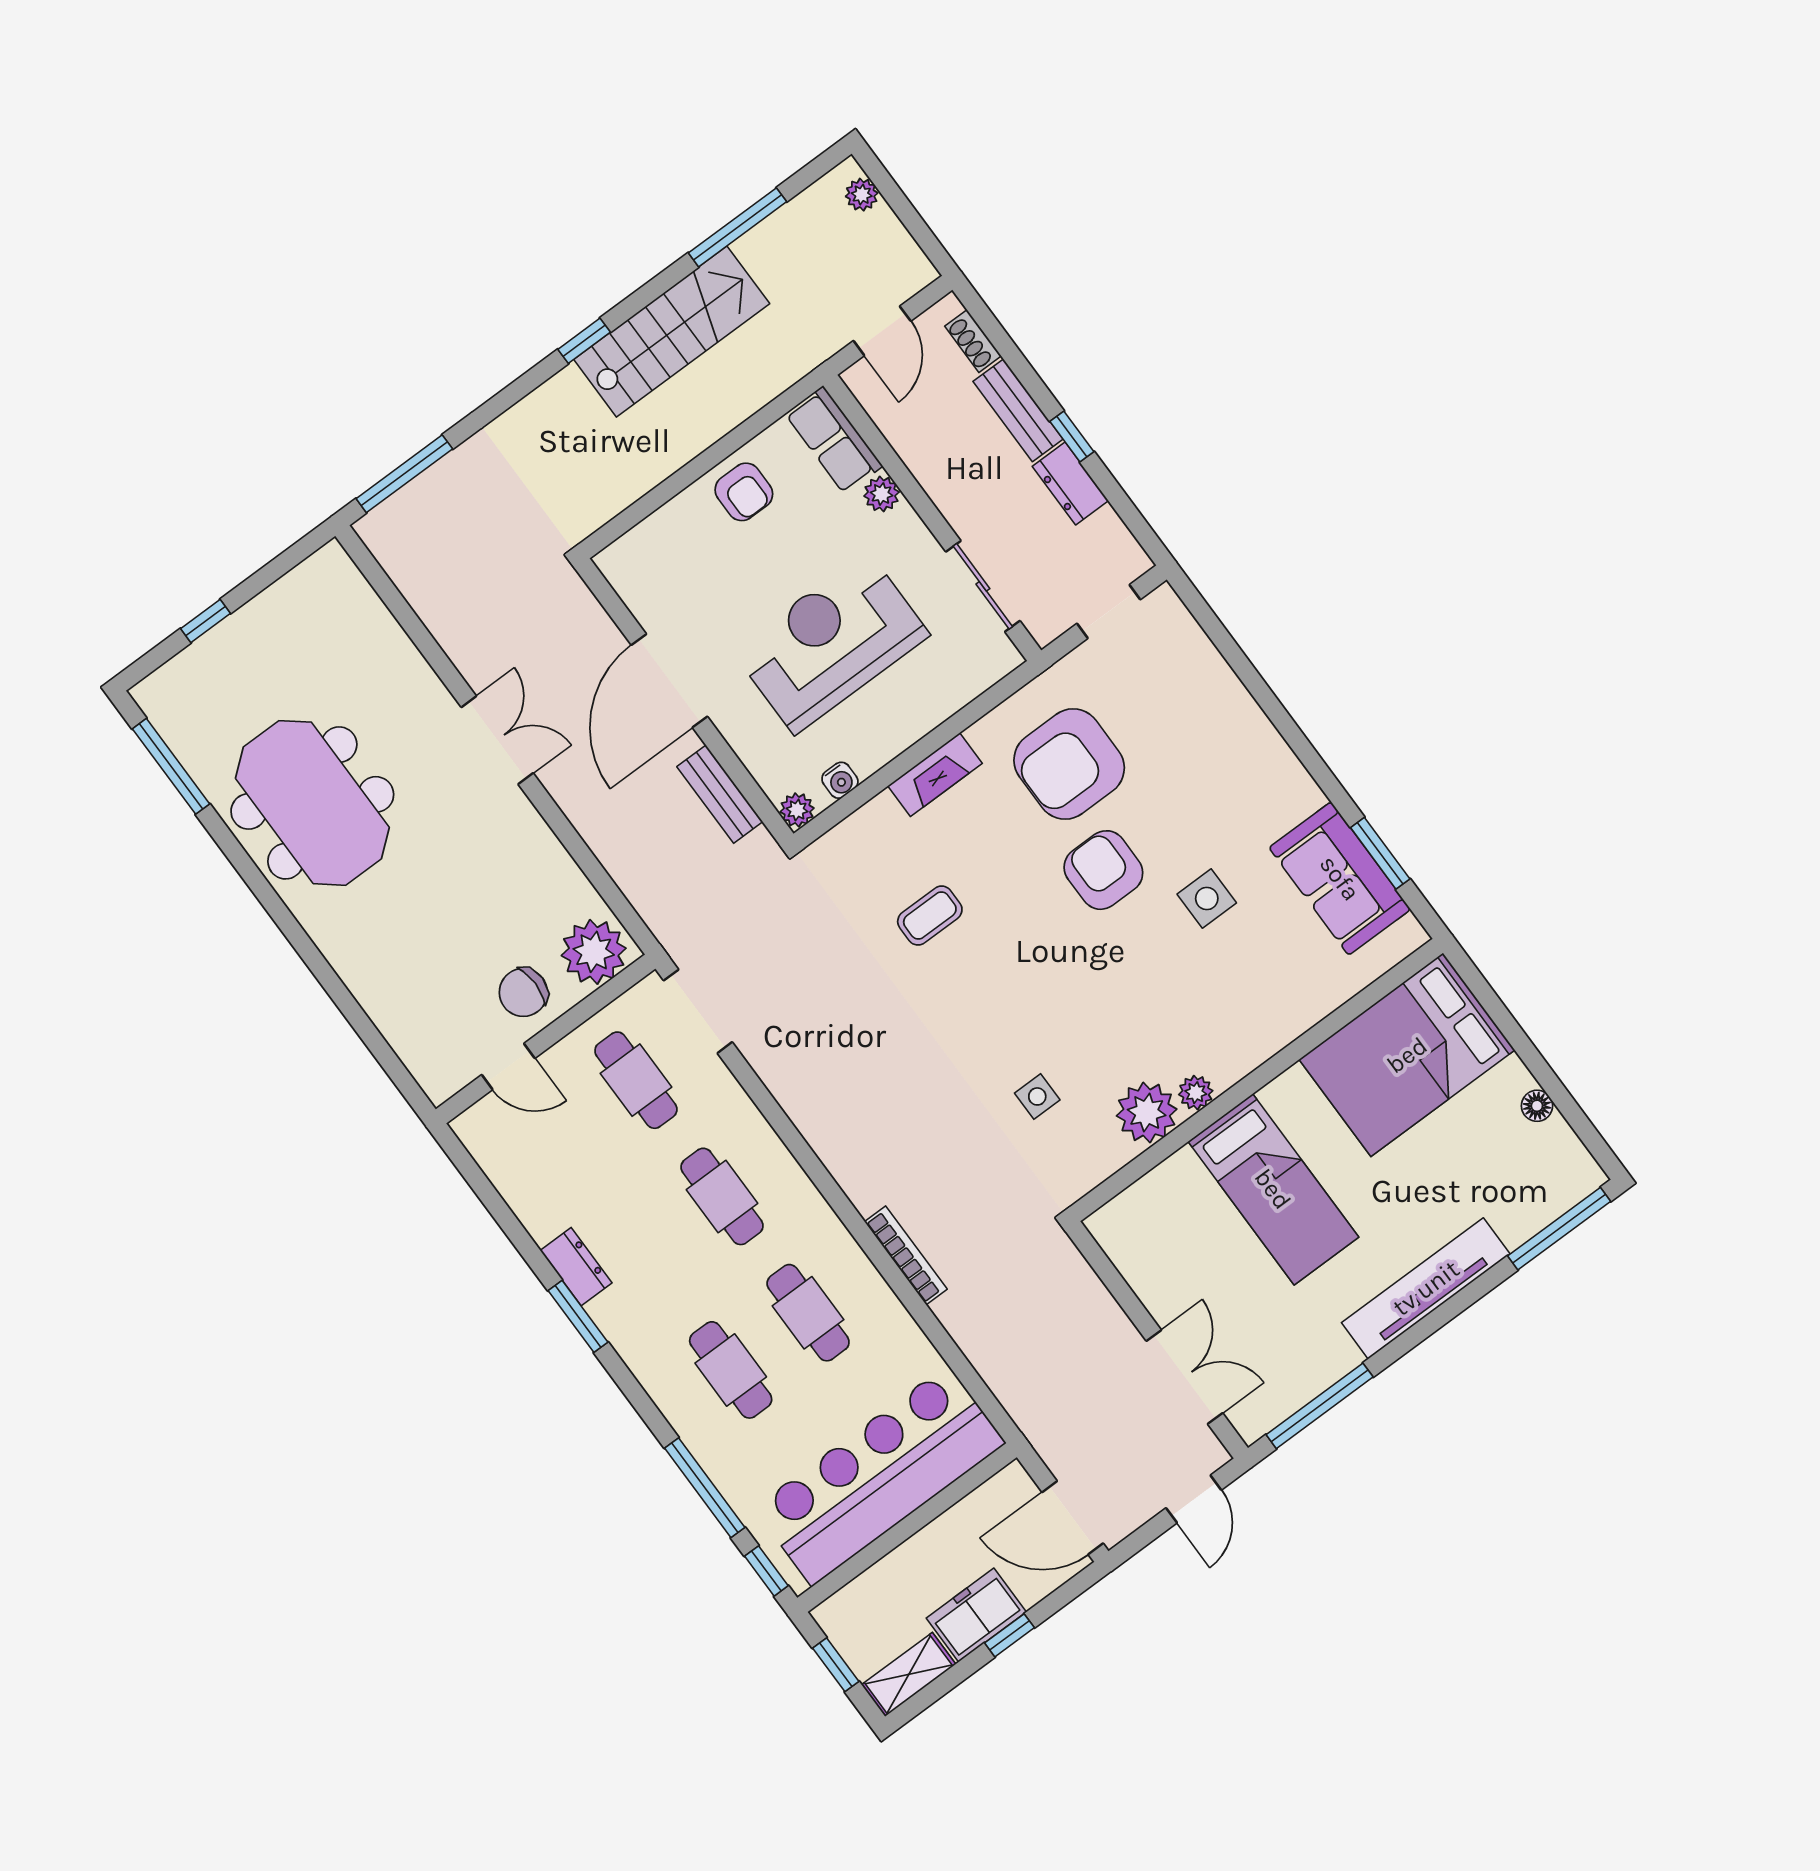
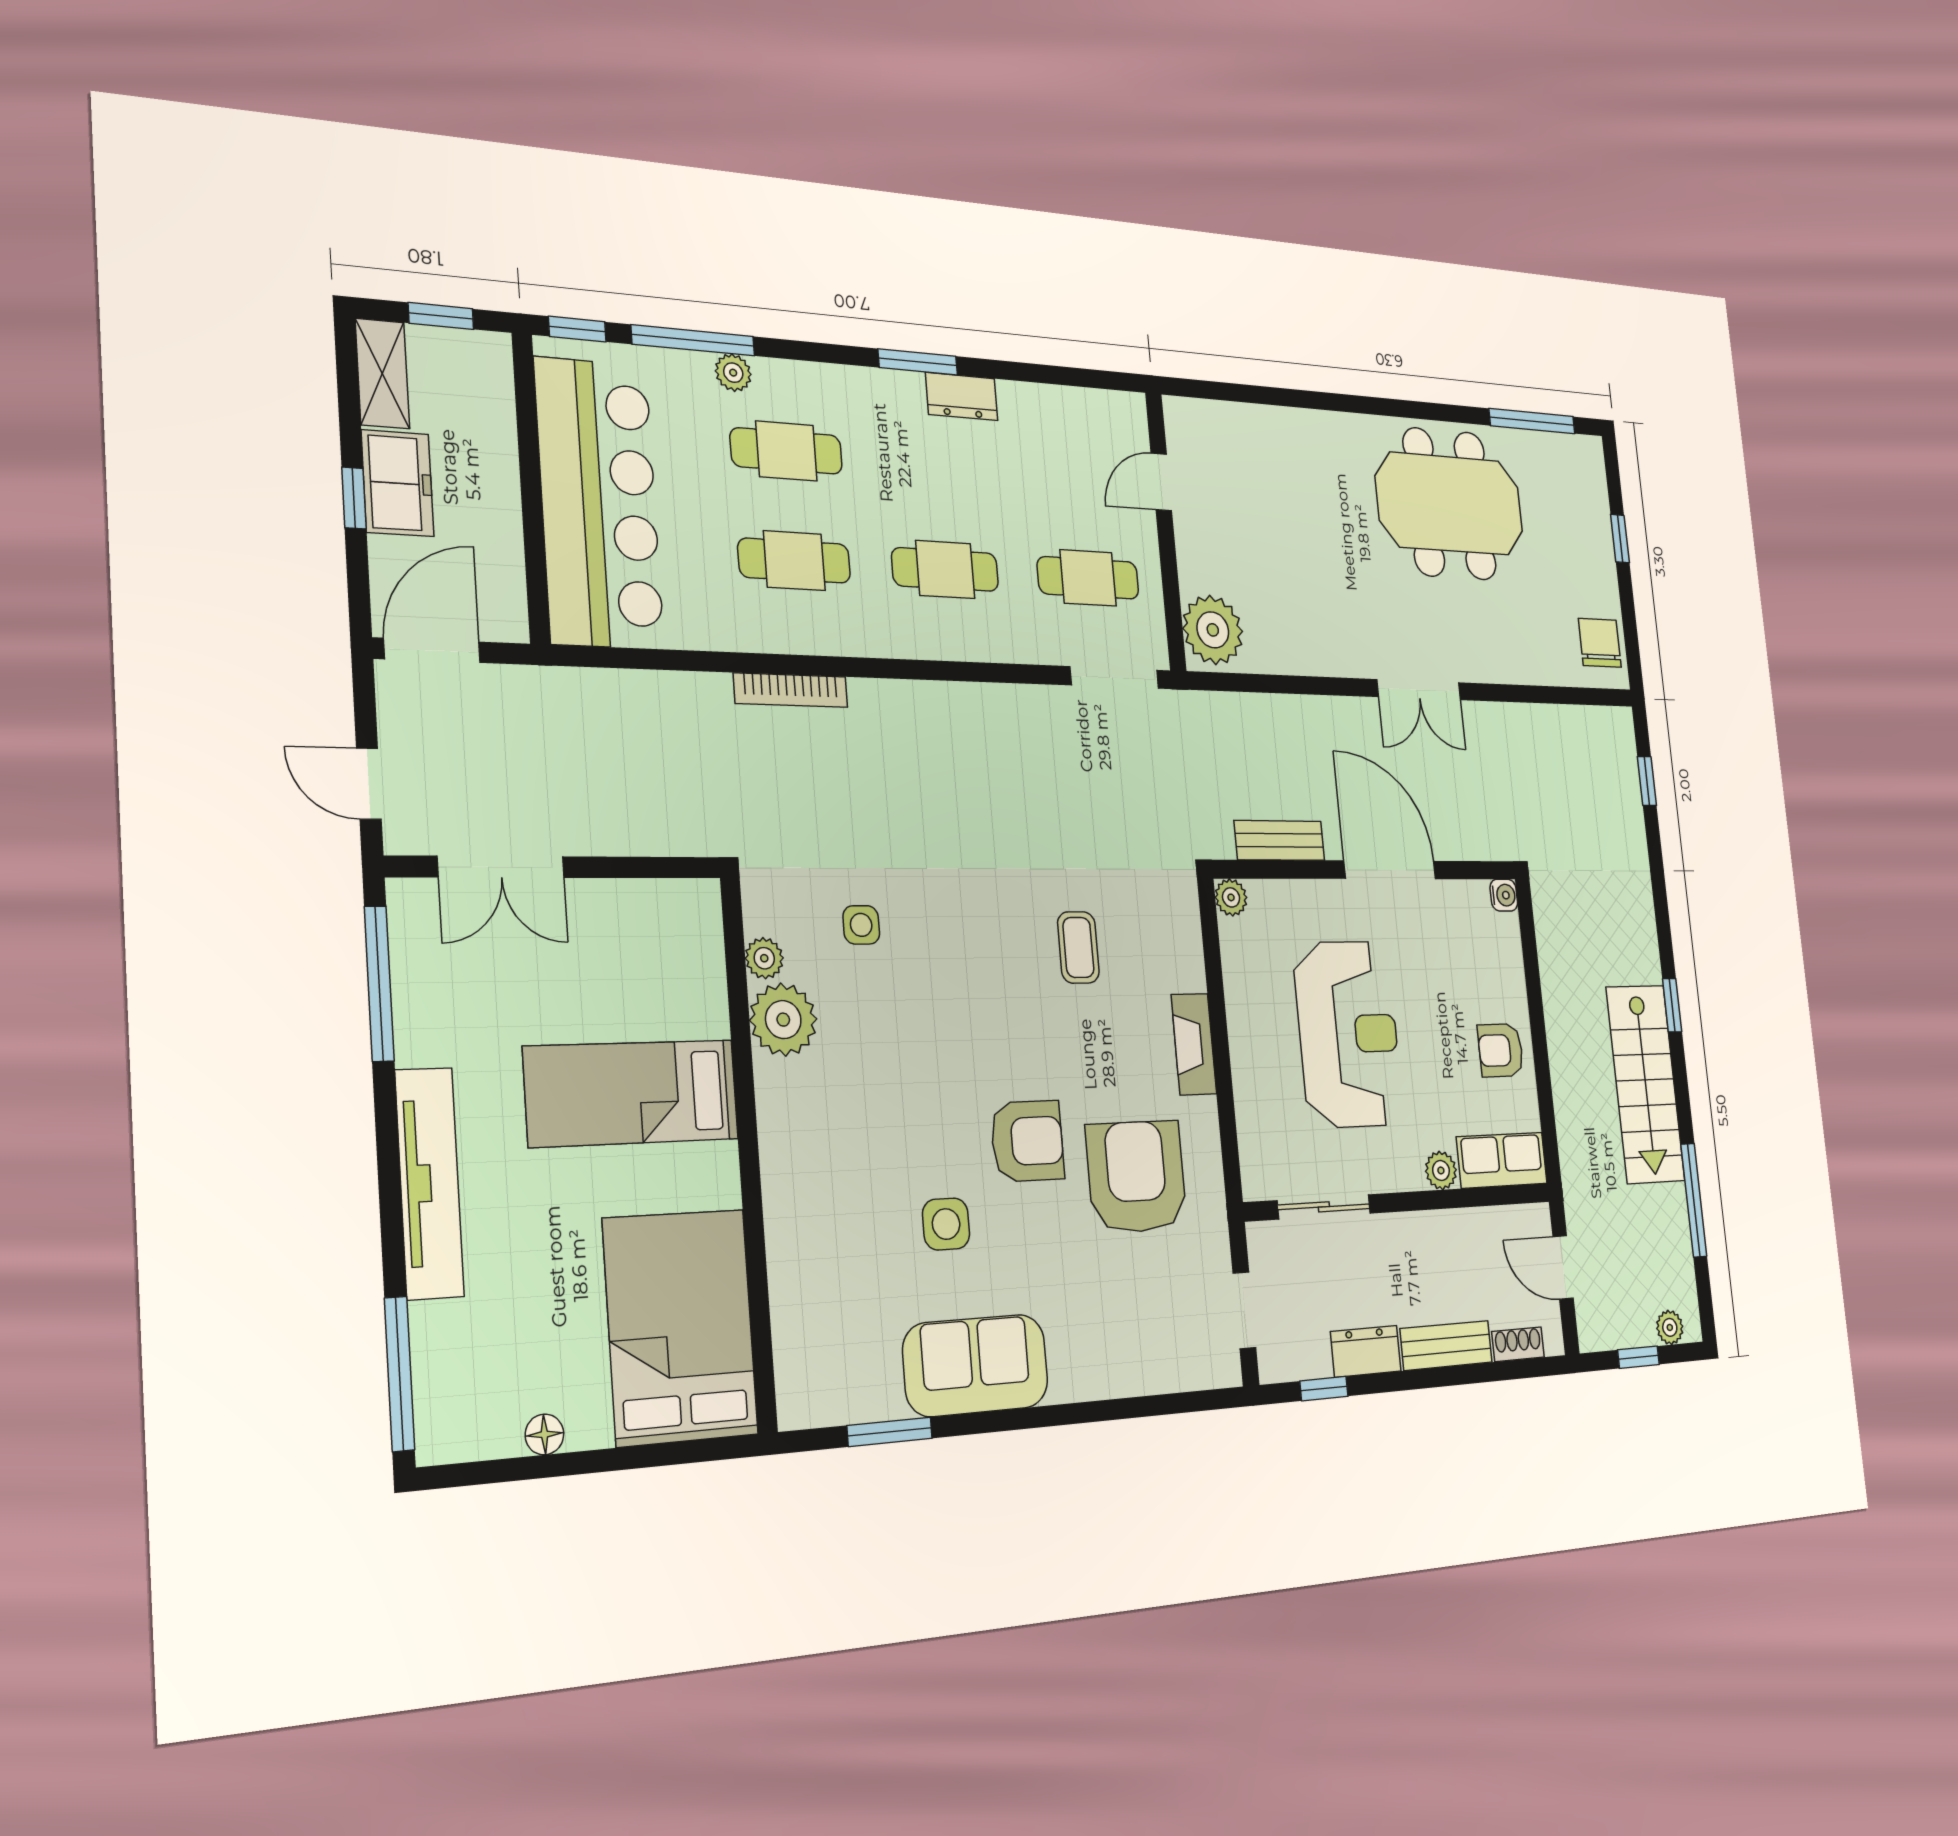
window: (907, 214) -> (1638, 1357), added
window: (1072, 437) -> (1324, 1389), moved
window: (404, 474) -> (1647, 781), width x0.46
water cooler: (840, 780) -> (1504, 895), moved, turned 180
sofa: (1340, 878) -> (976, 1365), moved
chair: (523, 992) -> (1600, 643), moved
plant: (1196, 1093) -> (764, 958), moved
plant: (704, 1445) -> (733, 373), added

